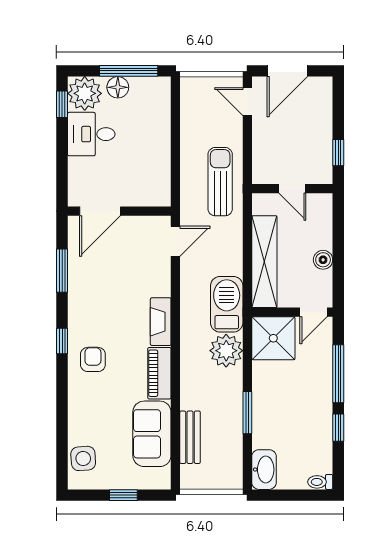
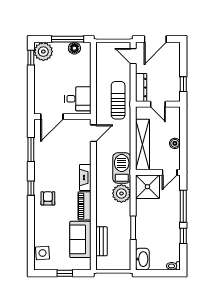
floor lamp: (118, 87) -> (74, 48), moved
desk: (91, 134) -> (78, 99), moved, turned 180
dresser: (262, 159) -> (141, 88), added

